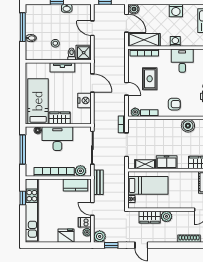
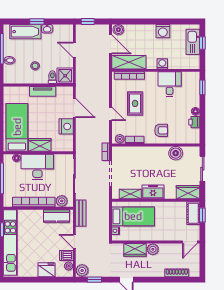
bathtub: (46, 11) -> (25, 32), added

